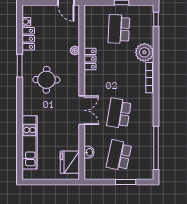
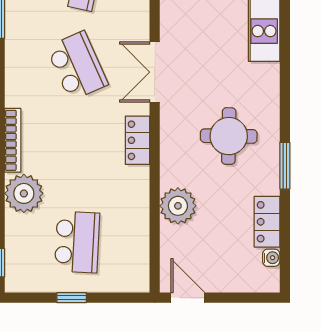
plant: (75, 50) -> (178, 206), width x1.87, depth x1.87
locker: (90, 59) -> (137, 140), moved
school desk: (119, 113) -> (77, 66), turned -33

